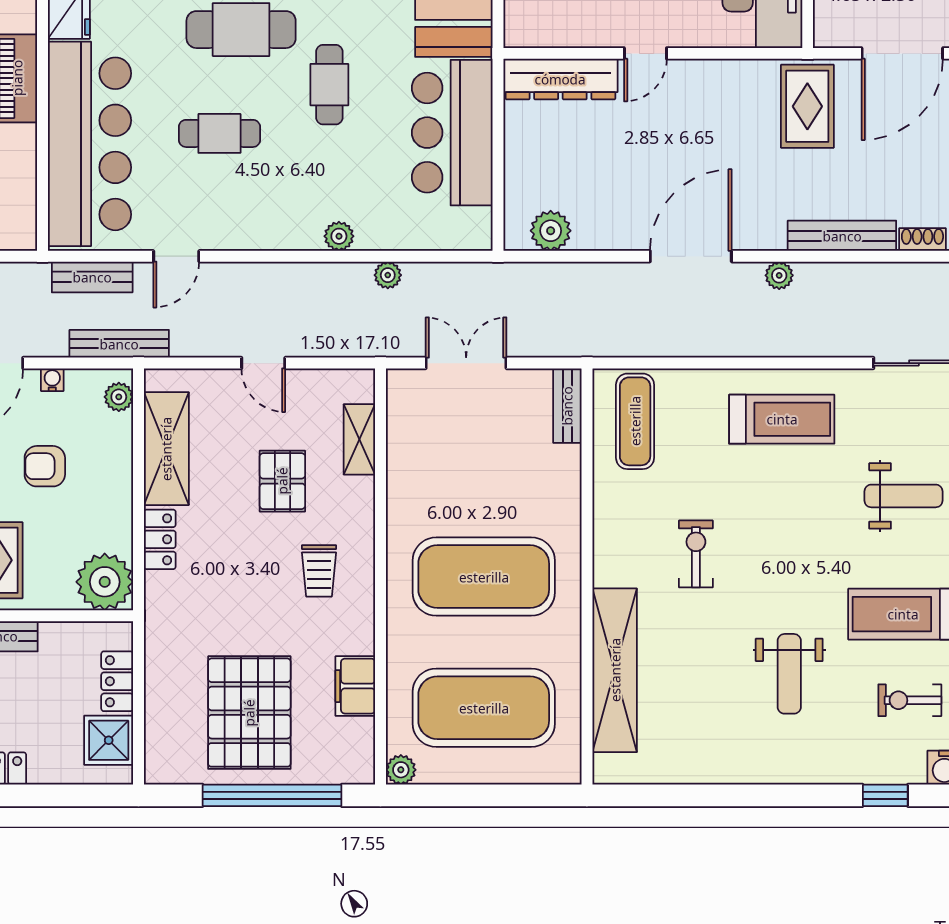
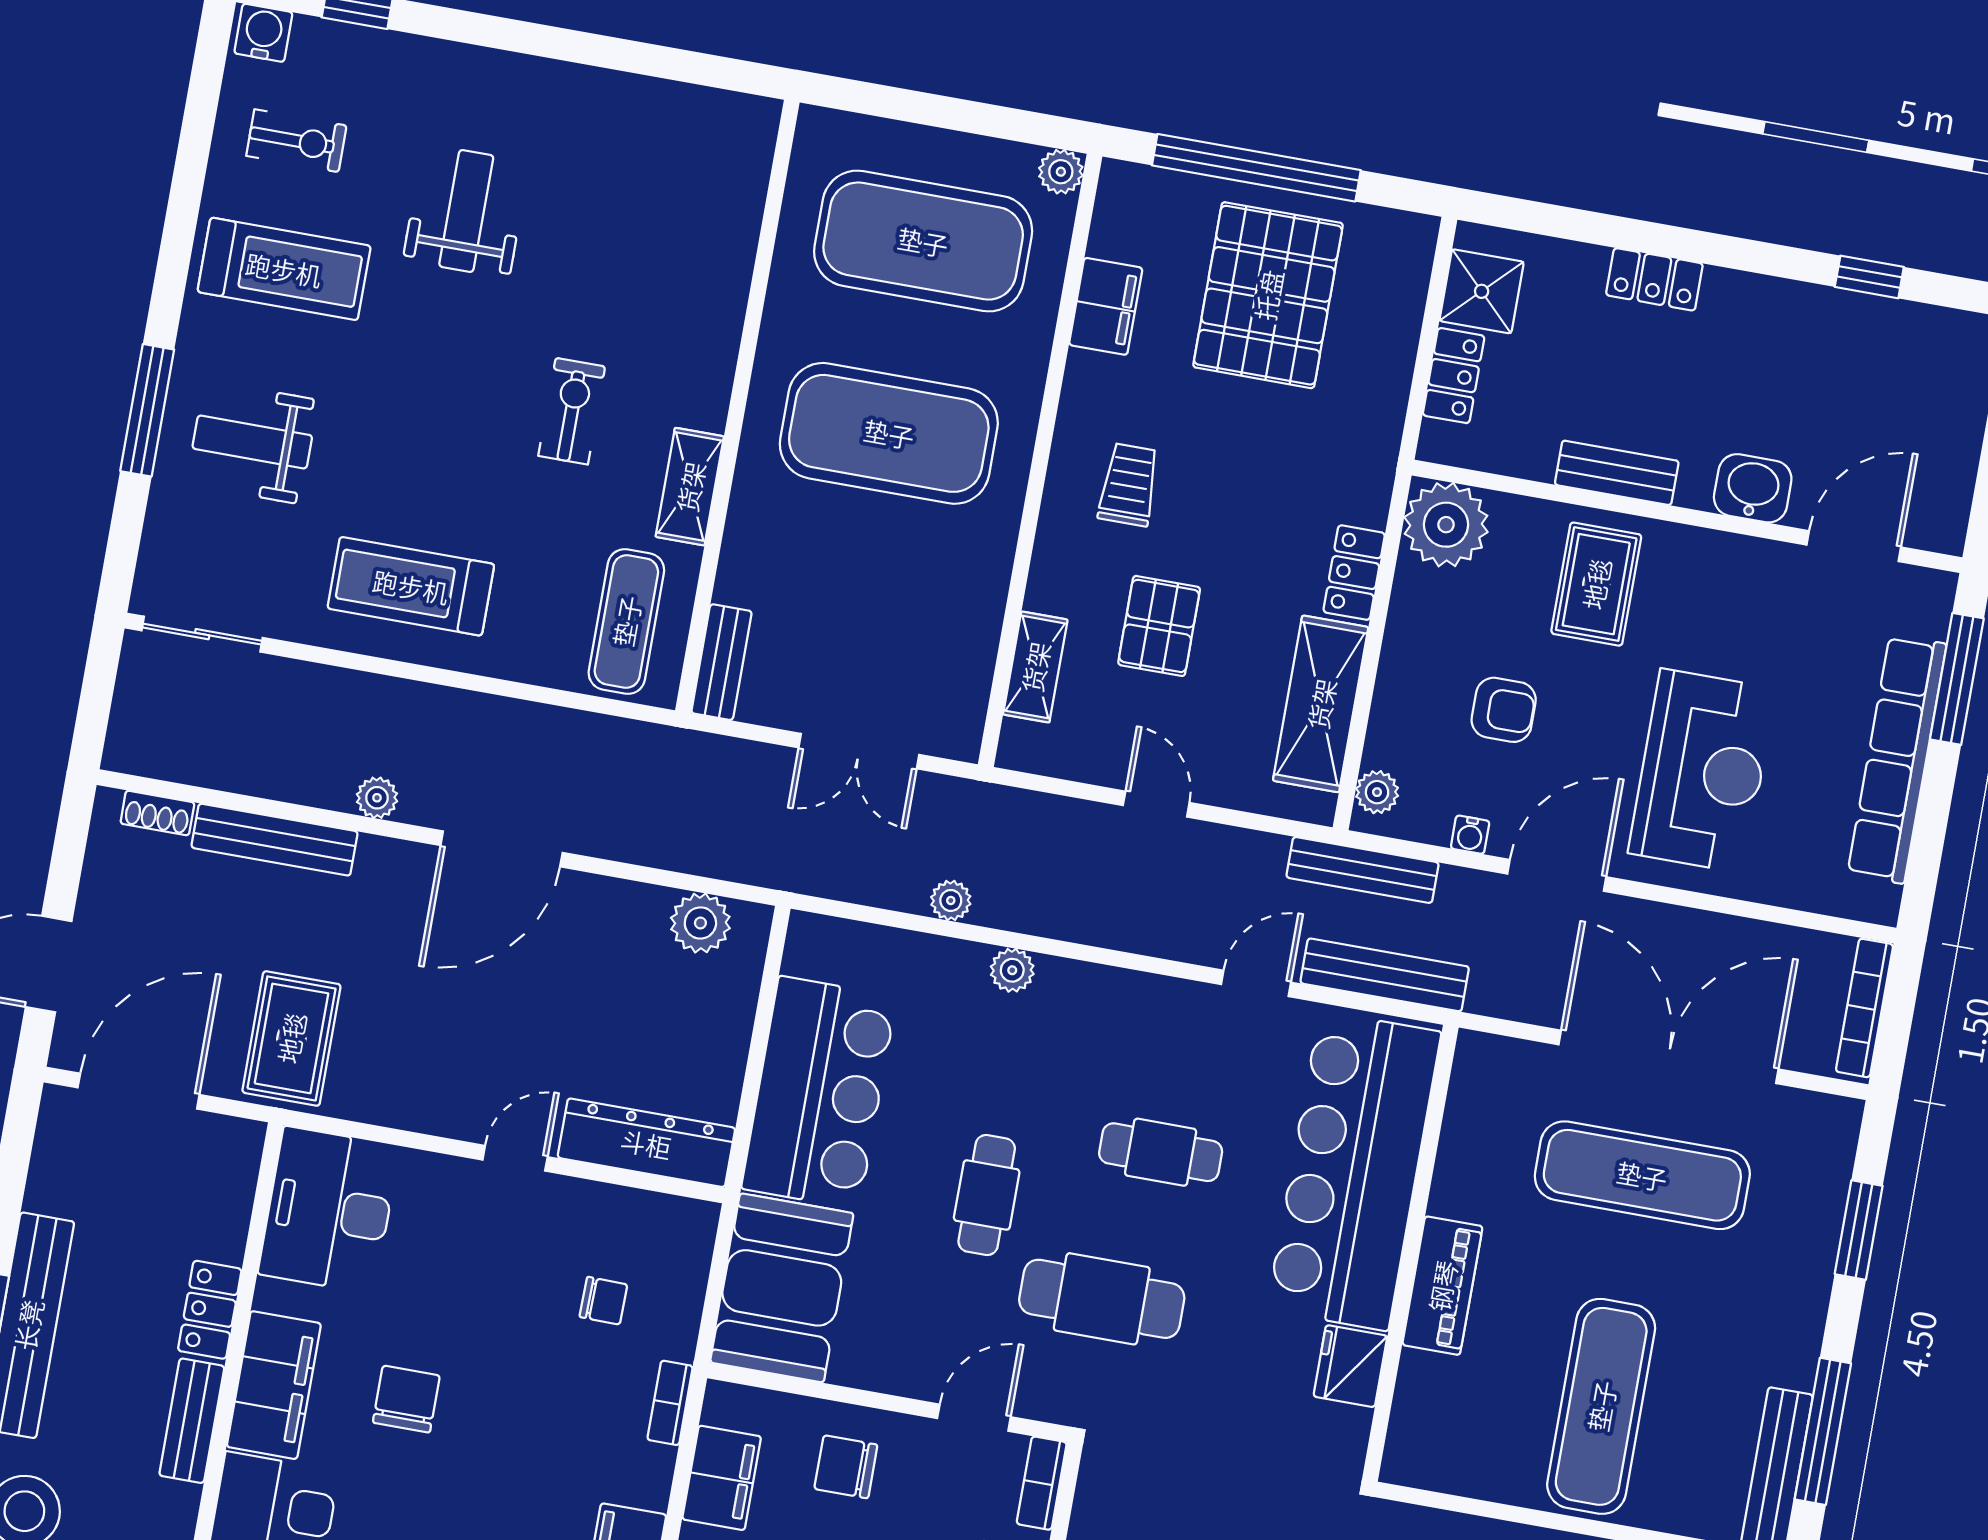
bench: (92, 277) -> (1385, 975), width x1.36
exercise bike: (696, 554) -> (572, 411), turned 180
shelving: (615, 670) -> (690, 487), moved, width x0.45, depth x0.75

